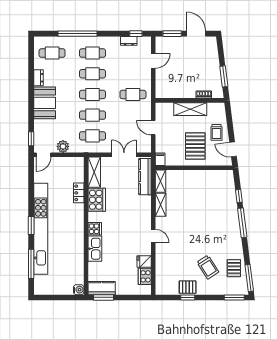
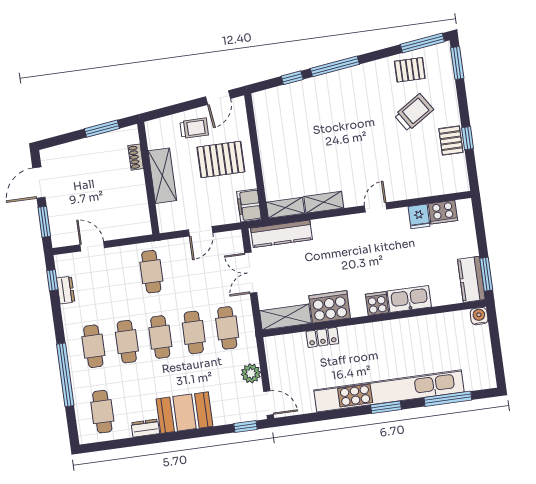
filing cabinet: (160, 159) -> (249, 205), width x2.00

